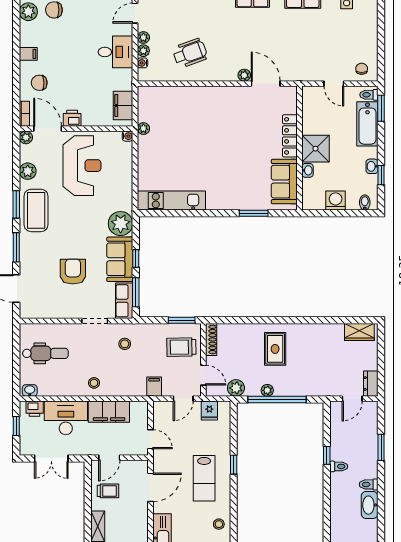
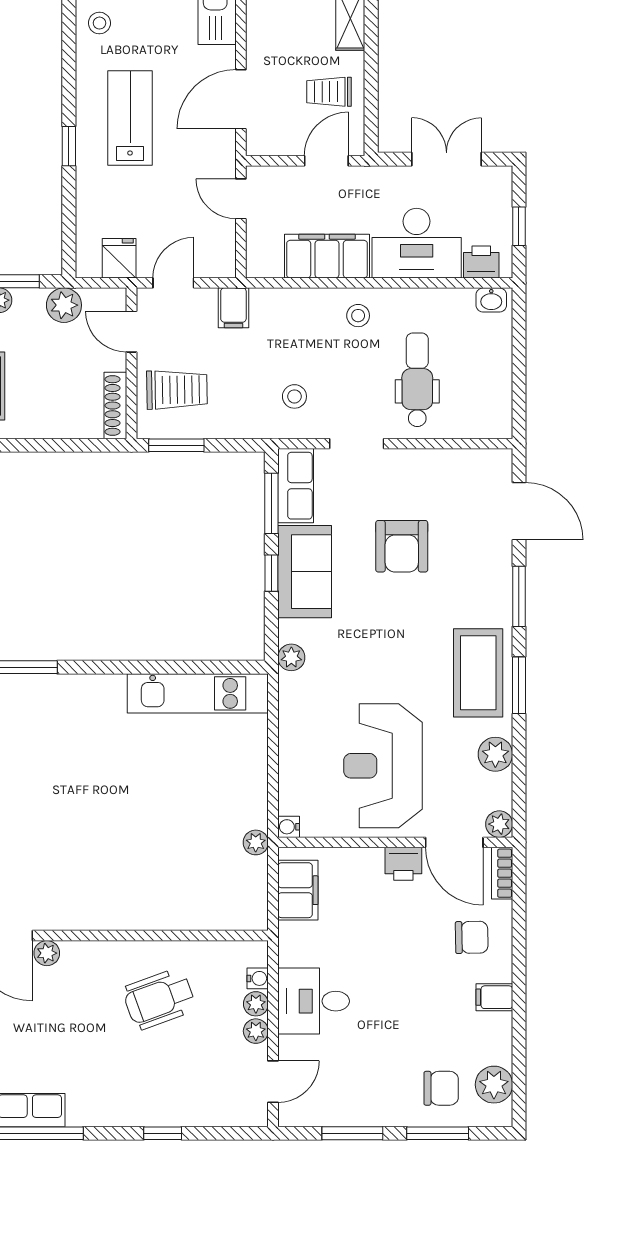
plant: (121, 224) -> (291, 657), width x0.53, depth x0.53
dental chair: (45, 353) -> (417, 380), moved, turned 90

